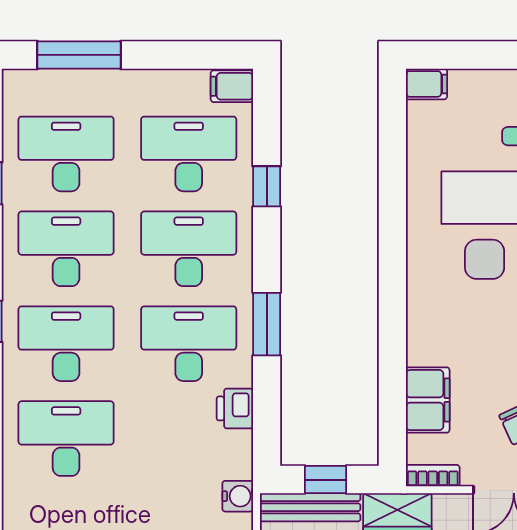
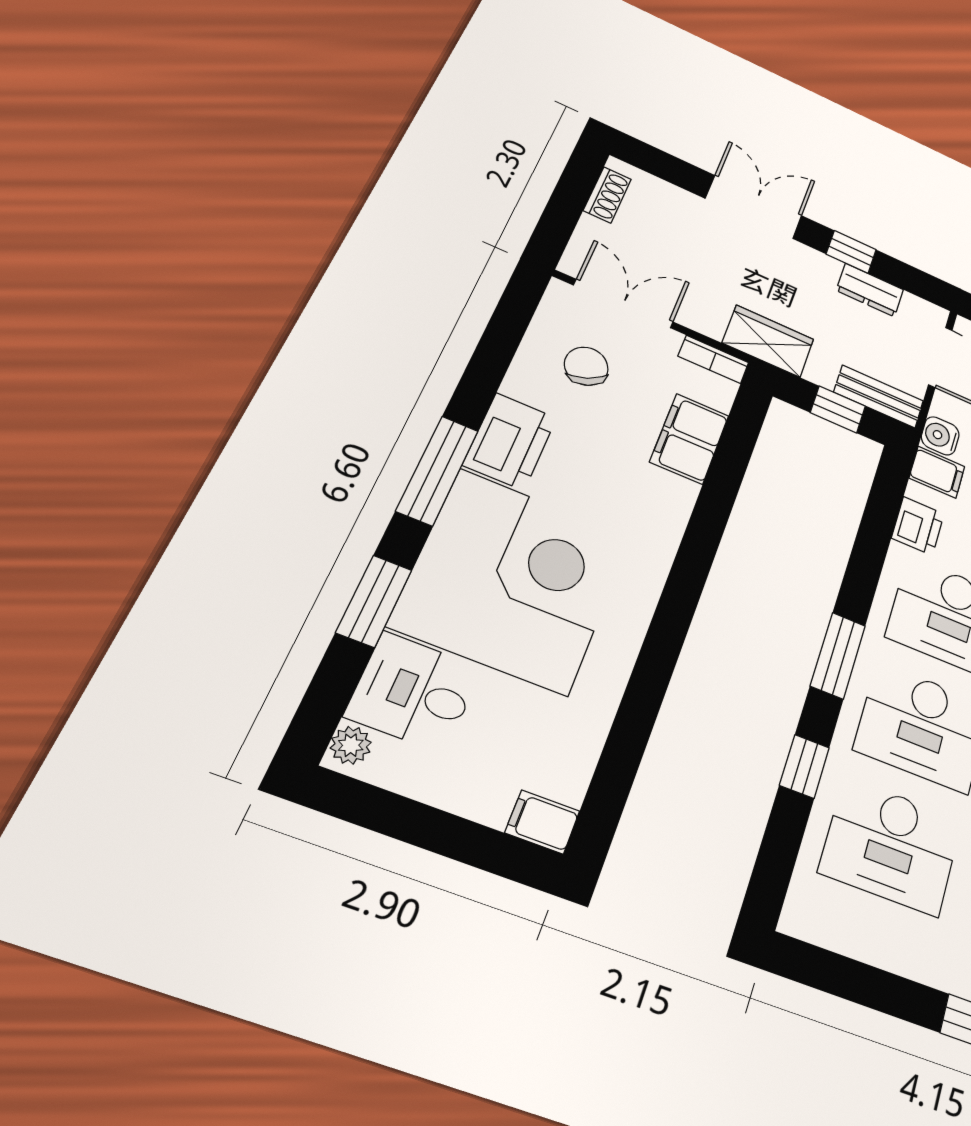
filing cabinet: (232, 86) -> (937, 472), moved
window: (267, 324) -> (838, 656), moved
bench: (310, 507) -> (879, 397), width x0.73

